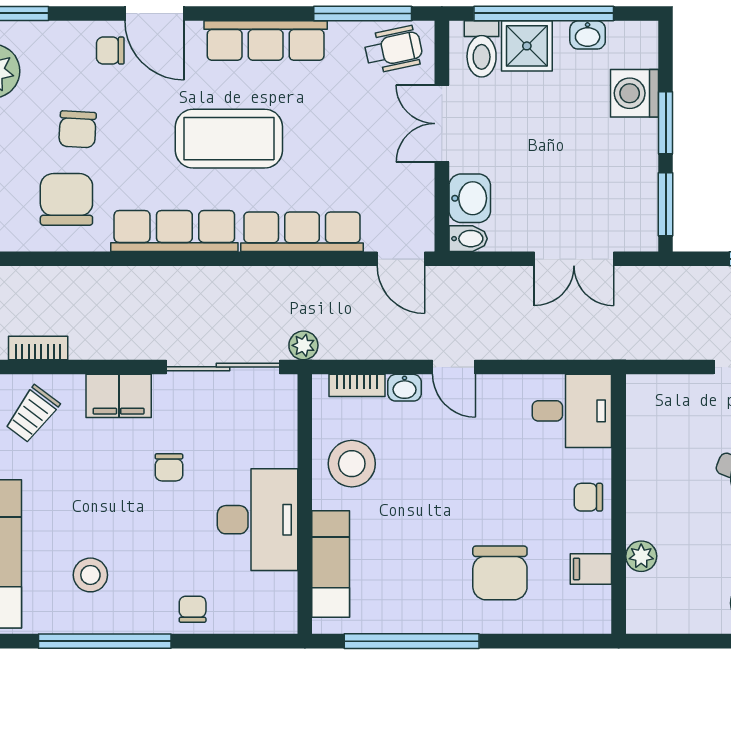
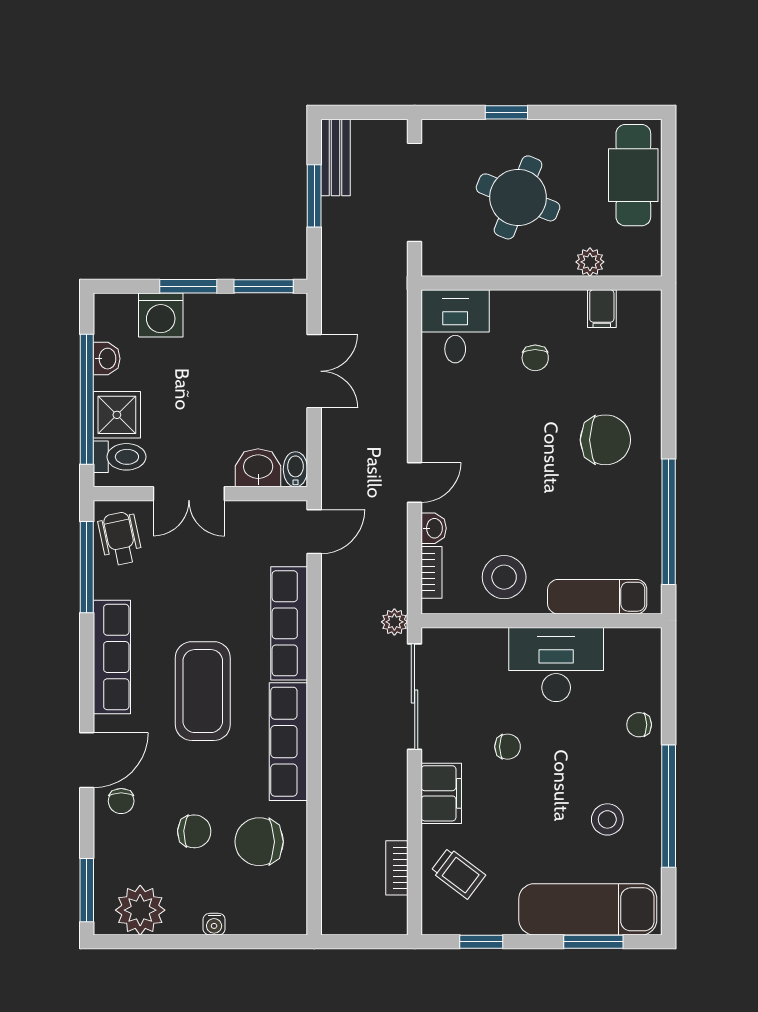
desk: (572, 411) -> (455, 326), moved
wall: (619, 504) -> (542, 283), moved
plant: (641, 556) -> (590, 262), moved
filing cabinet: (591, 569) -> (602, 309), moved

